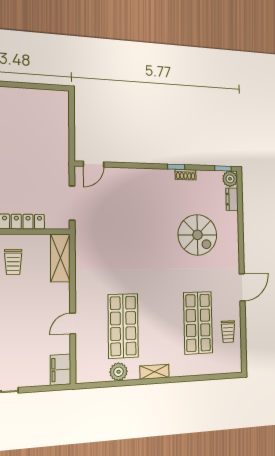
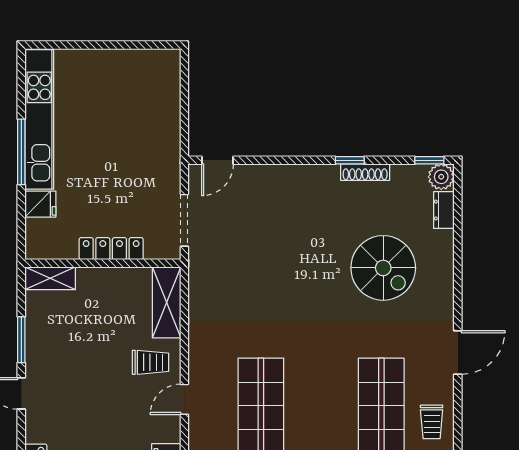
shoe rack: (186, 175) -> (365, 172), width x1.43
trolley: (13, 262) -> (150, 362), moved, turned -90

